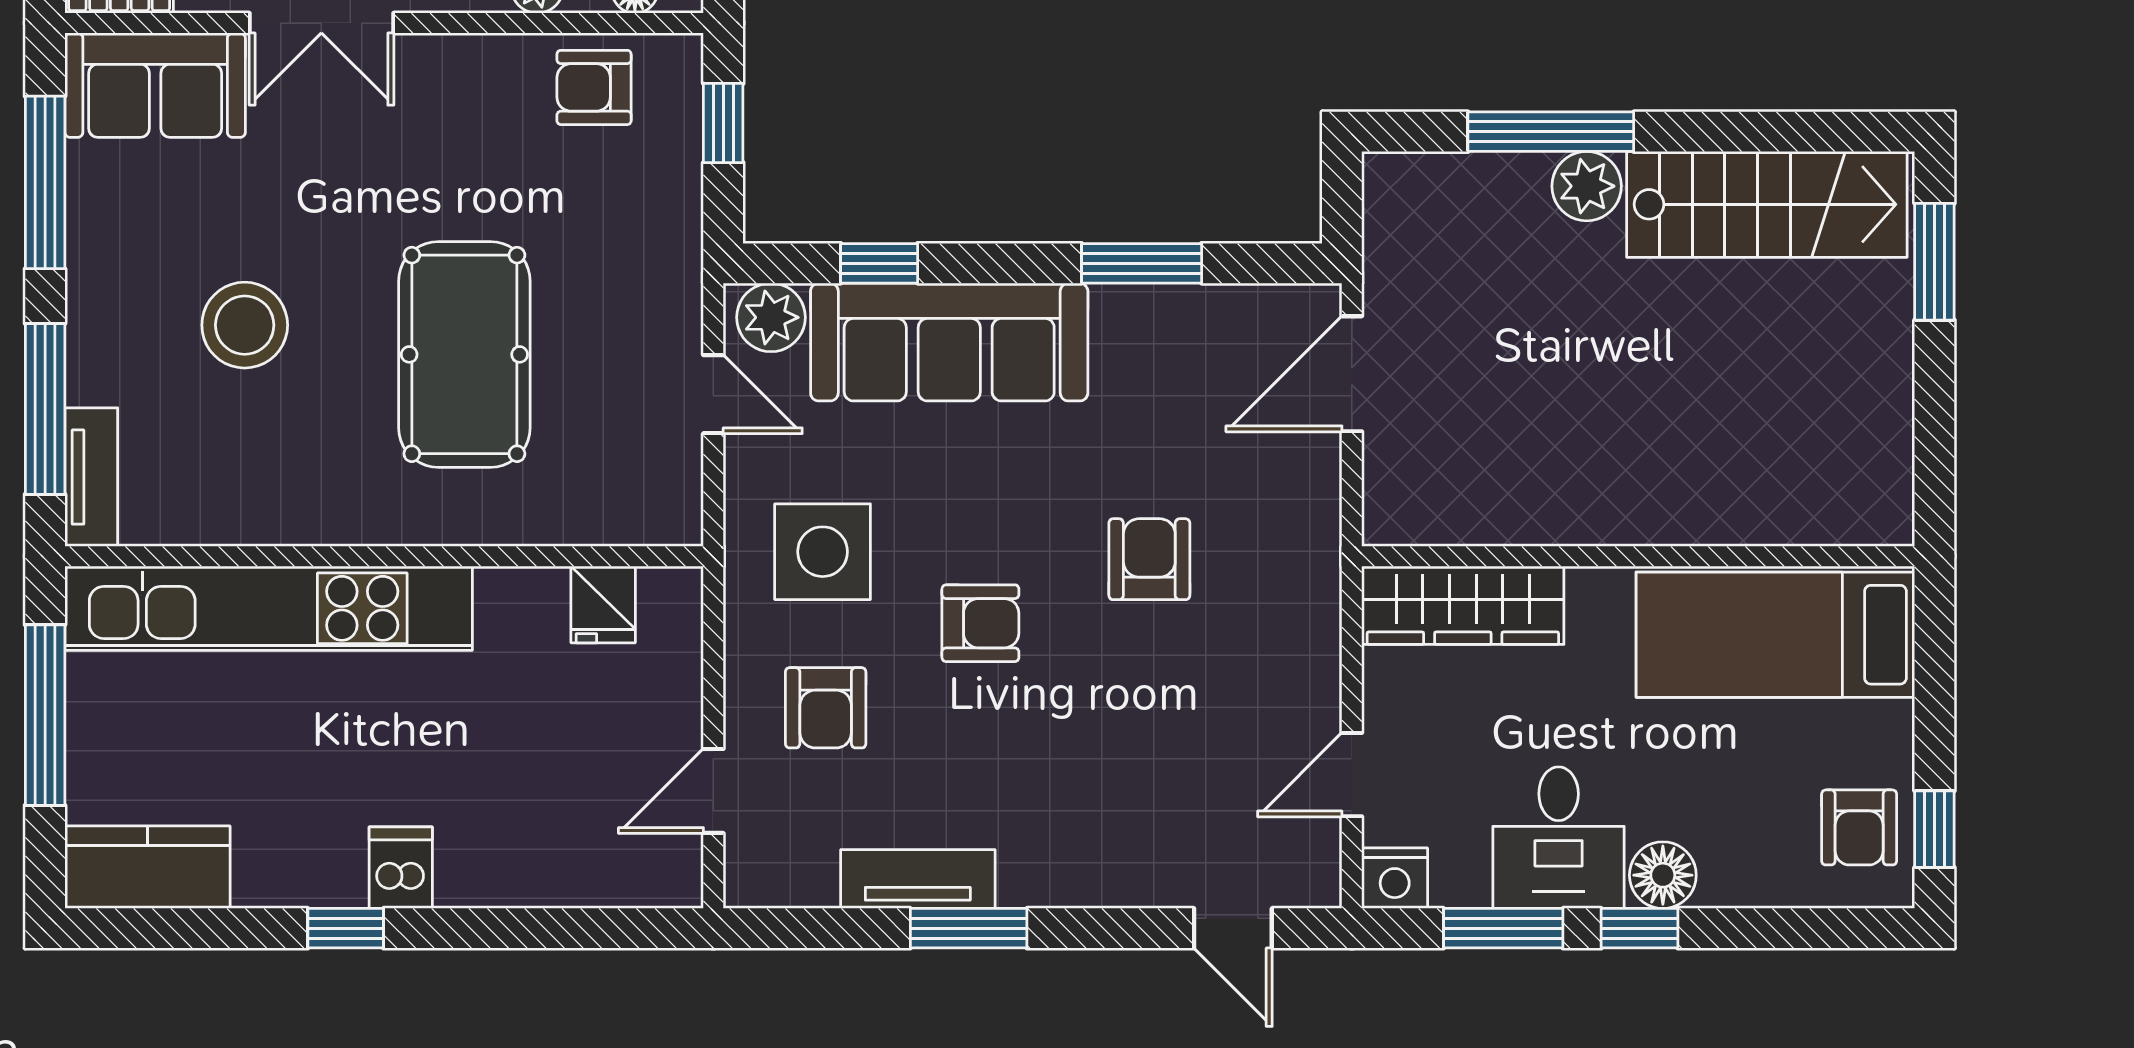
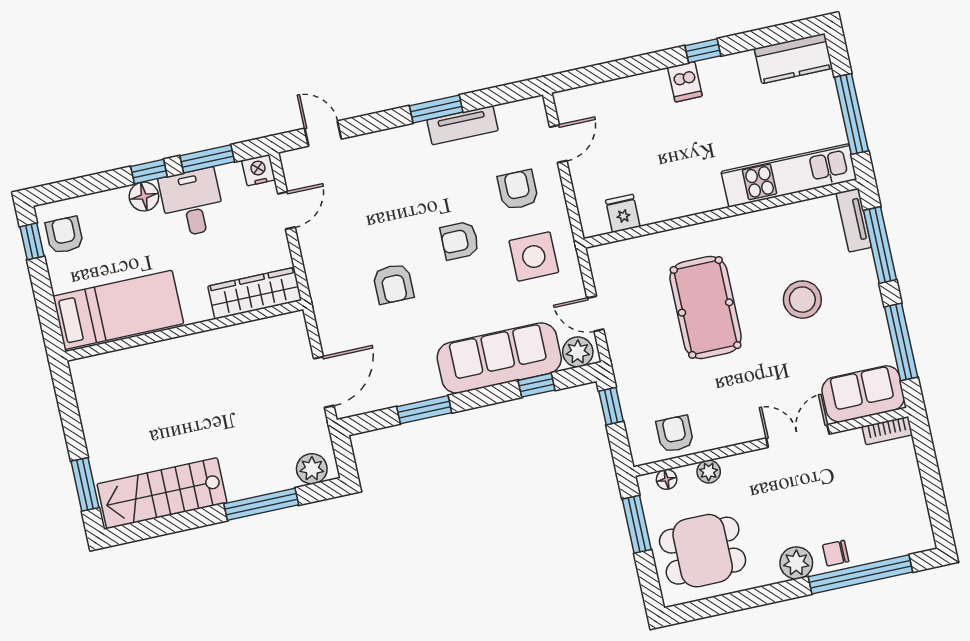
armchair: (594, 87) -> (675, 434), turned -90
window: (723, 123) -> (611, 406), moved
plant: (1587, 186) -> (312, 469), moved
kitchen unit: (269, 608) -> (789, 175), width x0.73

